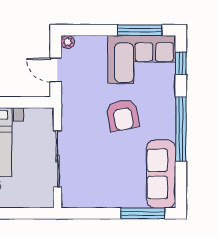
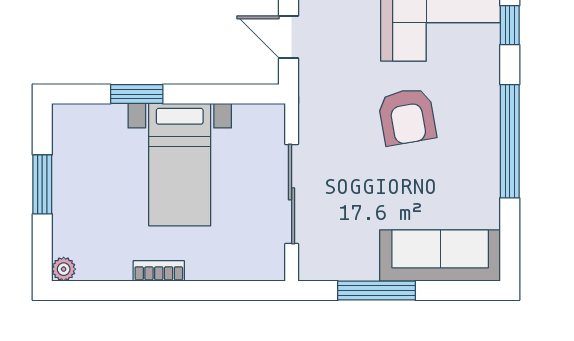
sofa: (161, 174) -> (440, 255), moved, turned 90
window: (143, 213) -> (376, 290), moved

